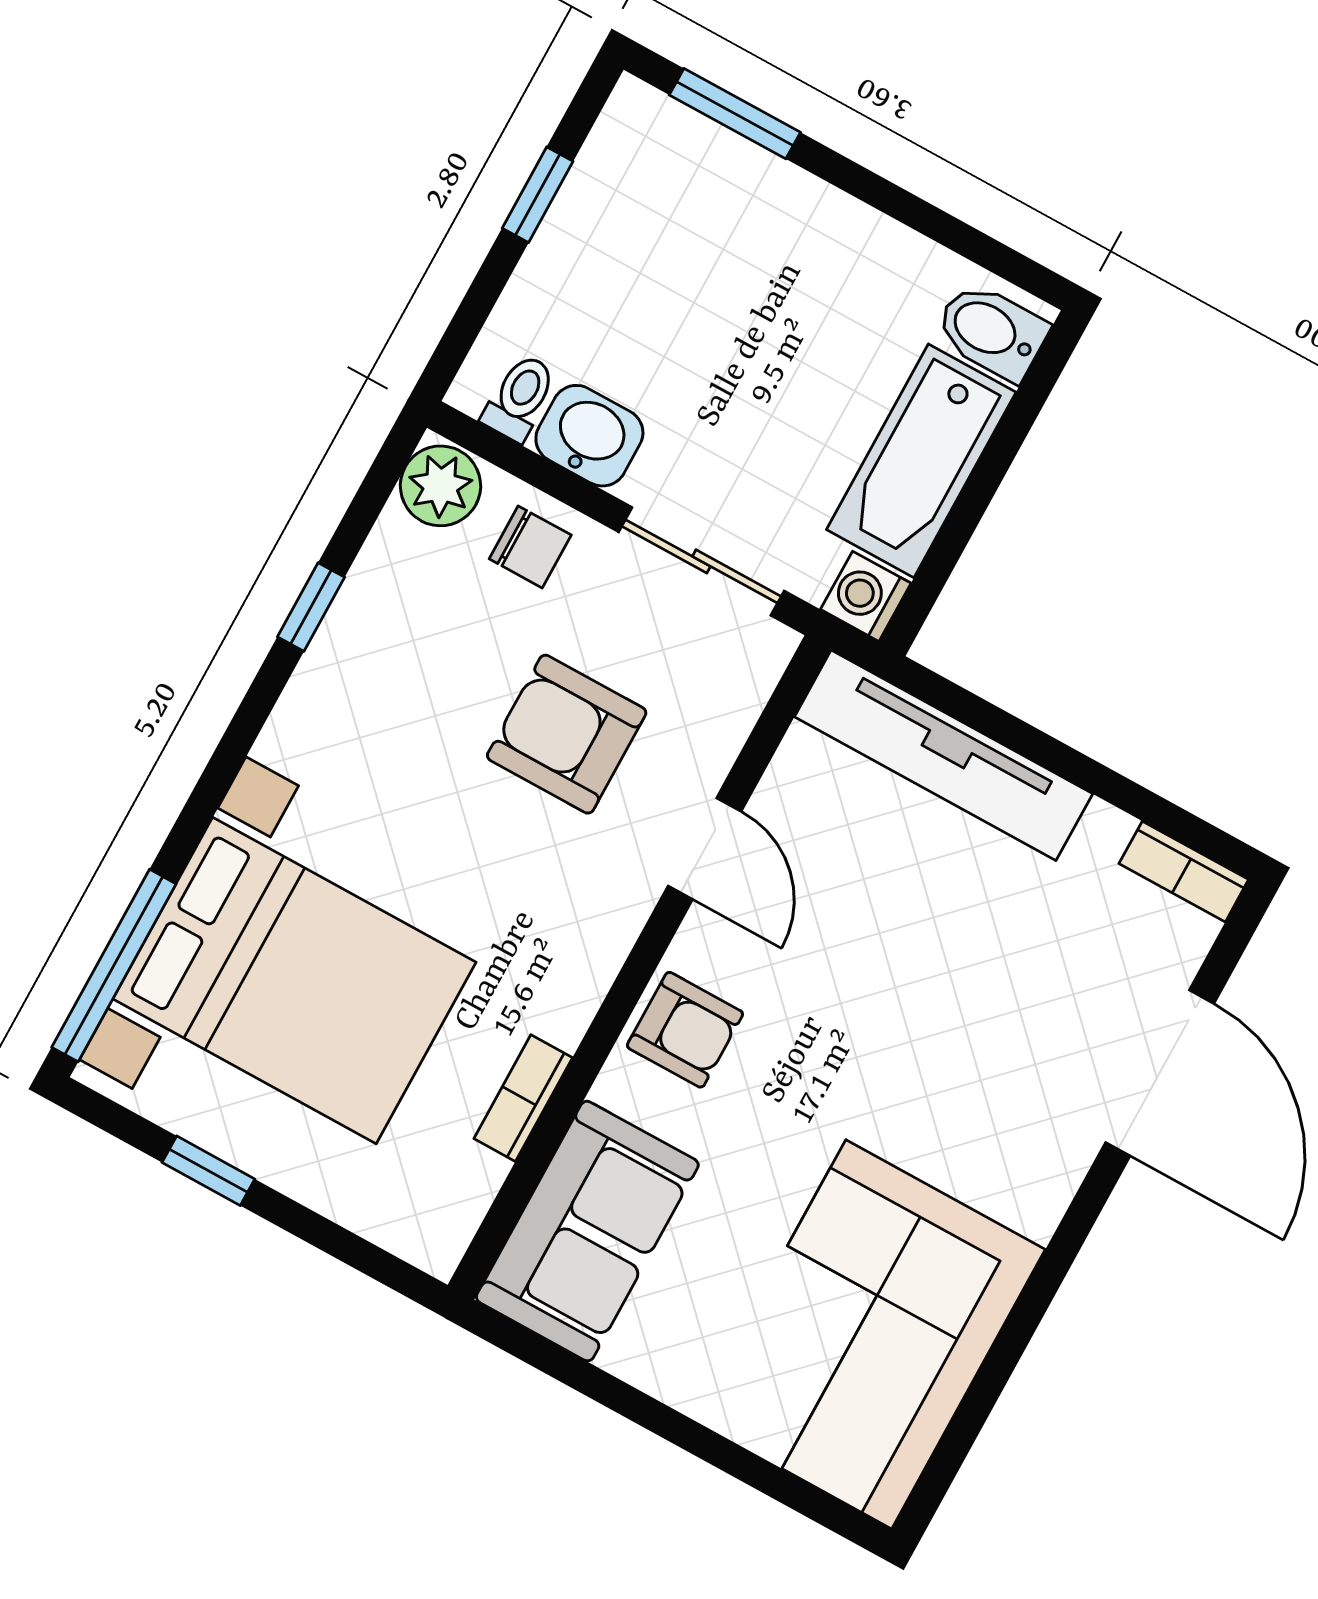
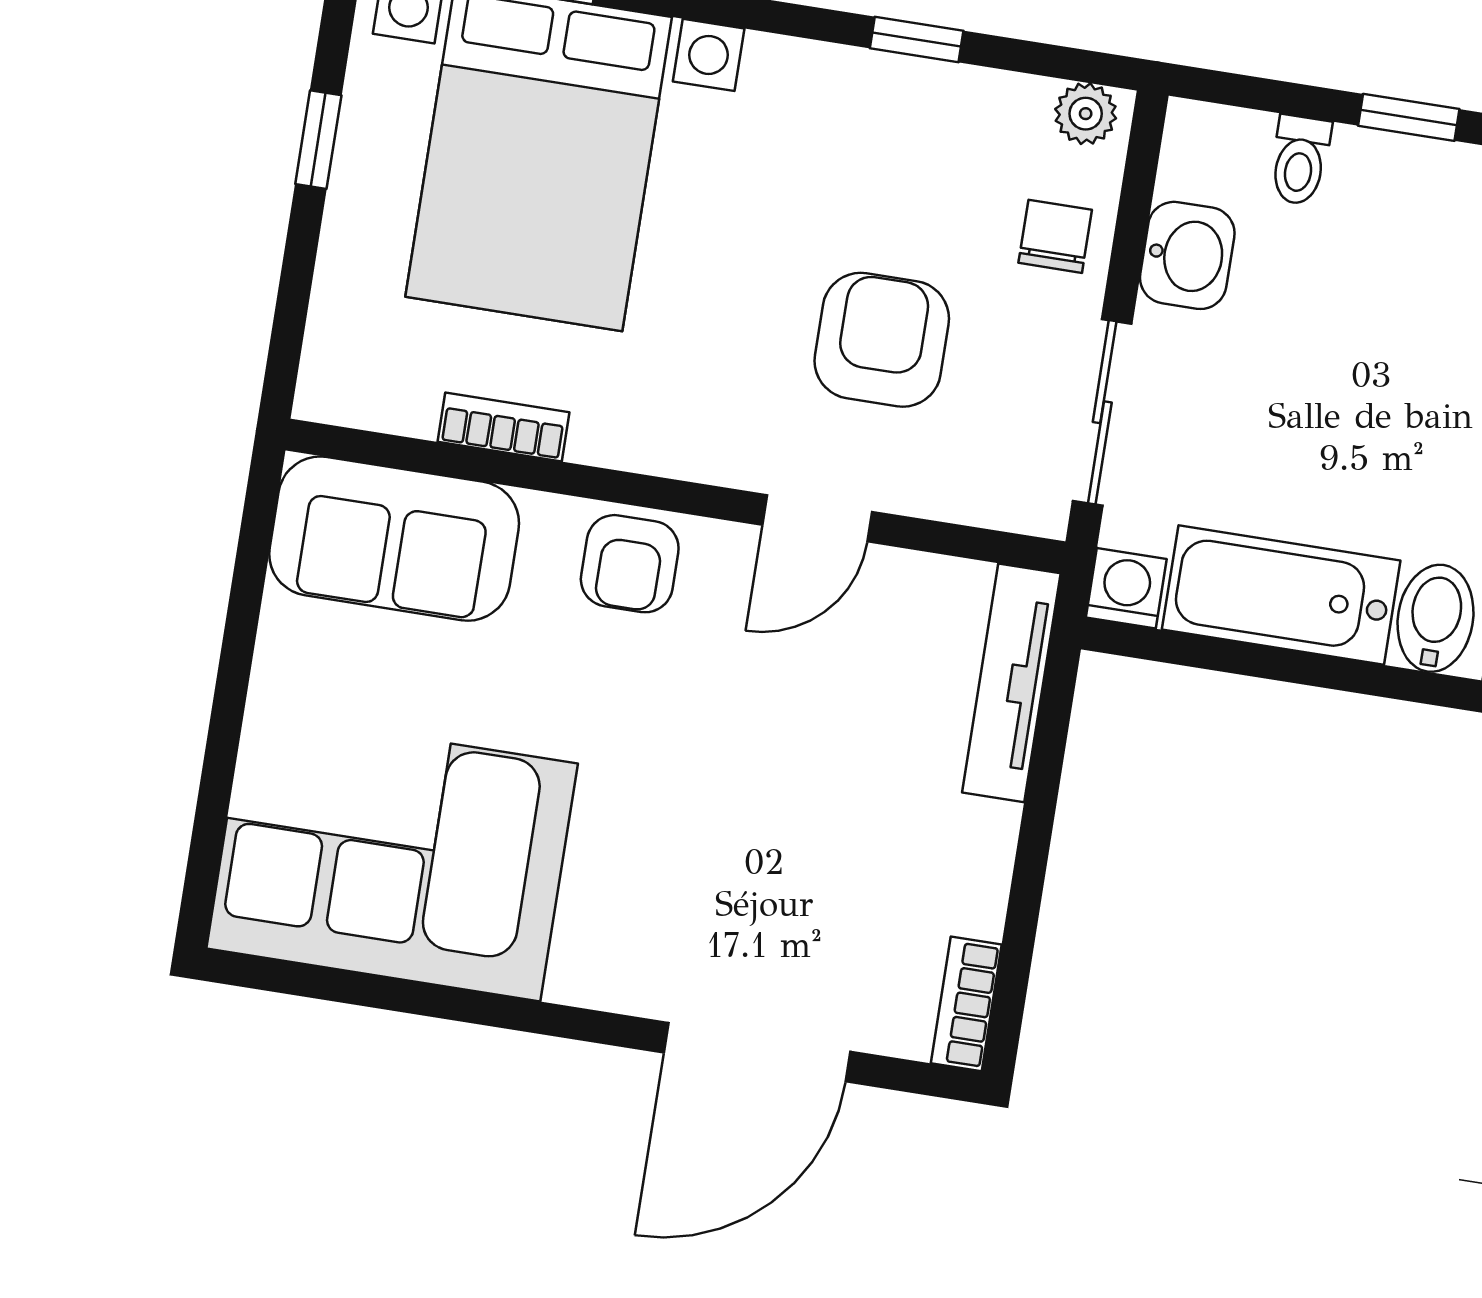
toilet: (520, 398) -> (1300, 160), moved, turned 90
plant: (440, 486) -> (1086, 114), width x0.73, depth x0.73
chair: (530, 547) -> (1055, 236), turned 180
tv unit: (944, 755) -> (1011, 683), width x0.73, depth x0.78

